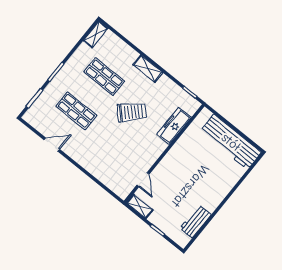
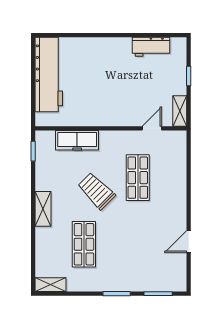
shop shelf: (76, 111) -> (138, 178), moved
door: (52, 145) -> (189, 242), hinge flipped

